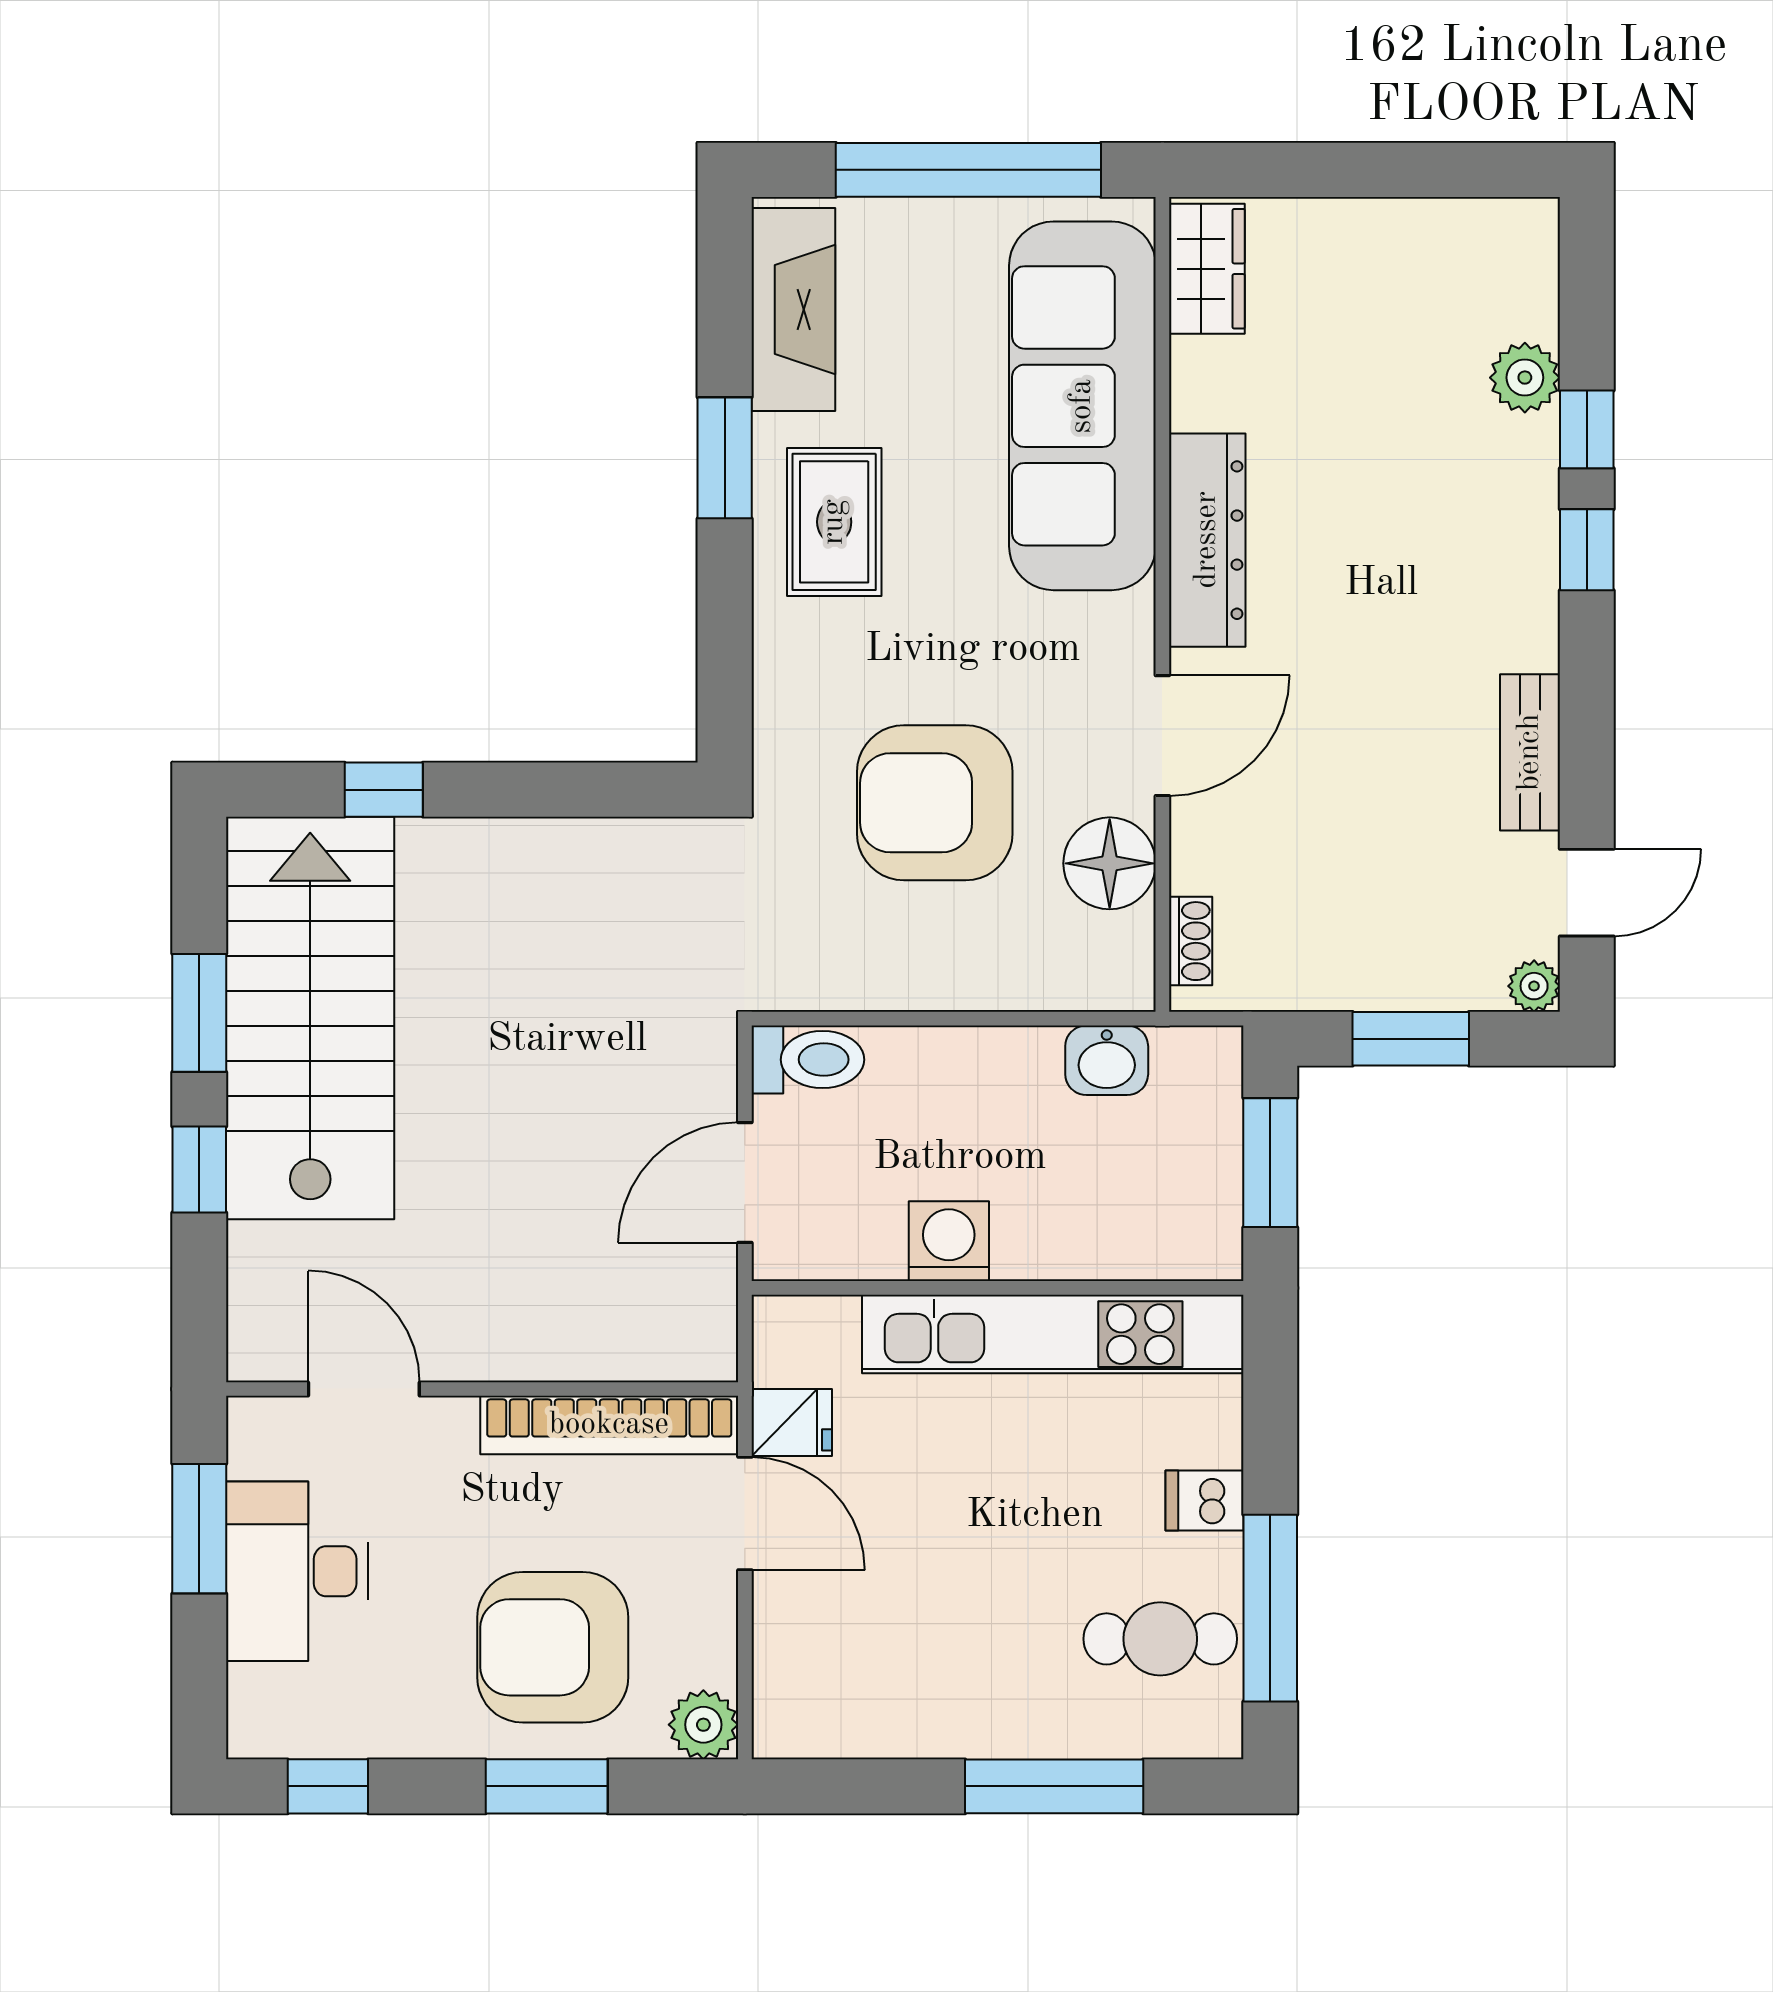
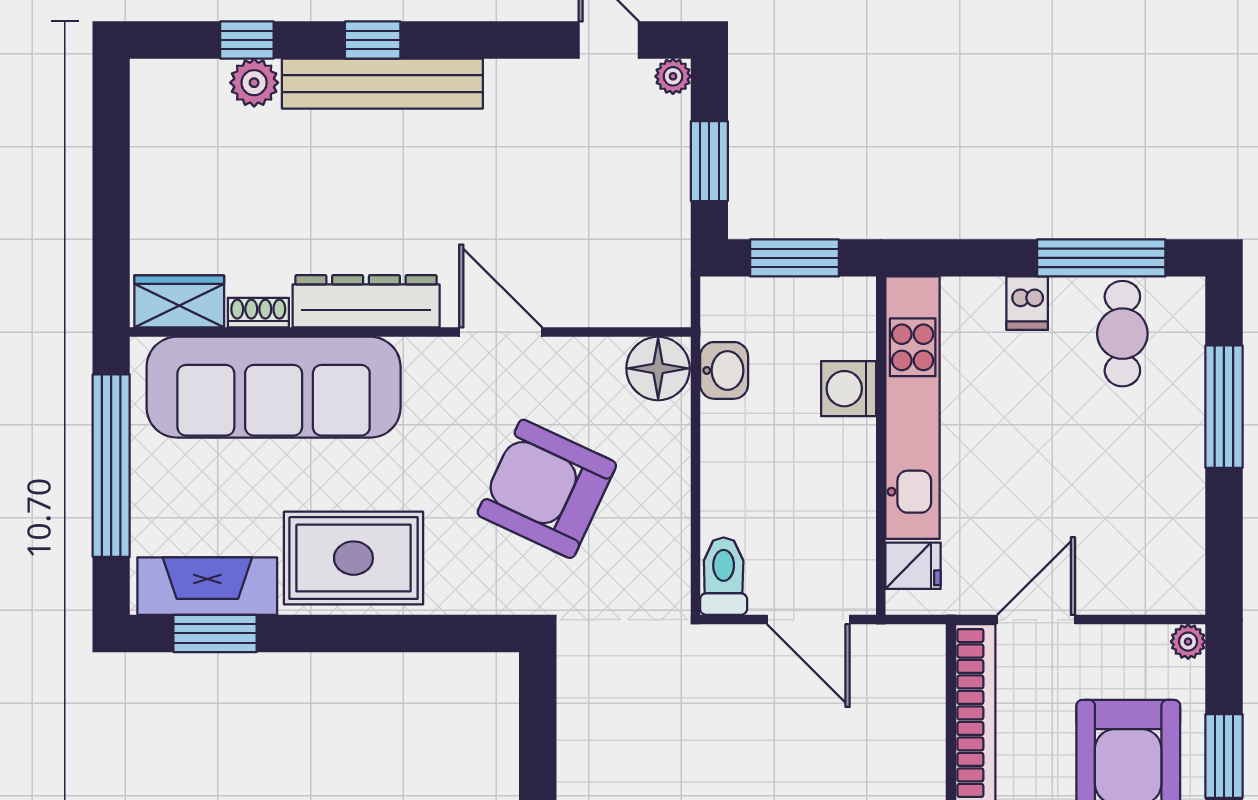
window: (1587, 429) -> (247, 40), moved
window: (725, 458) -> (215, 633), moved
rug: (834, 522) -> (353, 558), width x1.36, depth x1.43
bench: (1530, 752) -> (382, 84), moved, width x1.86, depth x1.21
armchair: (935, 803) -> (547, 489), turned 115
floor lamp: (1110, 863) -> (658, 368), moved
shoe rack: (1191, 941) -> (258, 313), moved
washing machine: (949, 1241) -> (849, 389), moved
fridge: (792, 1422) -> (913, 566), moved, turned 90
plant: (703, 1725) -> (1188, 642), width x0.73, depth x0.73

